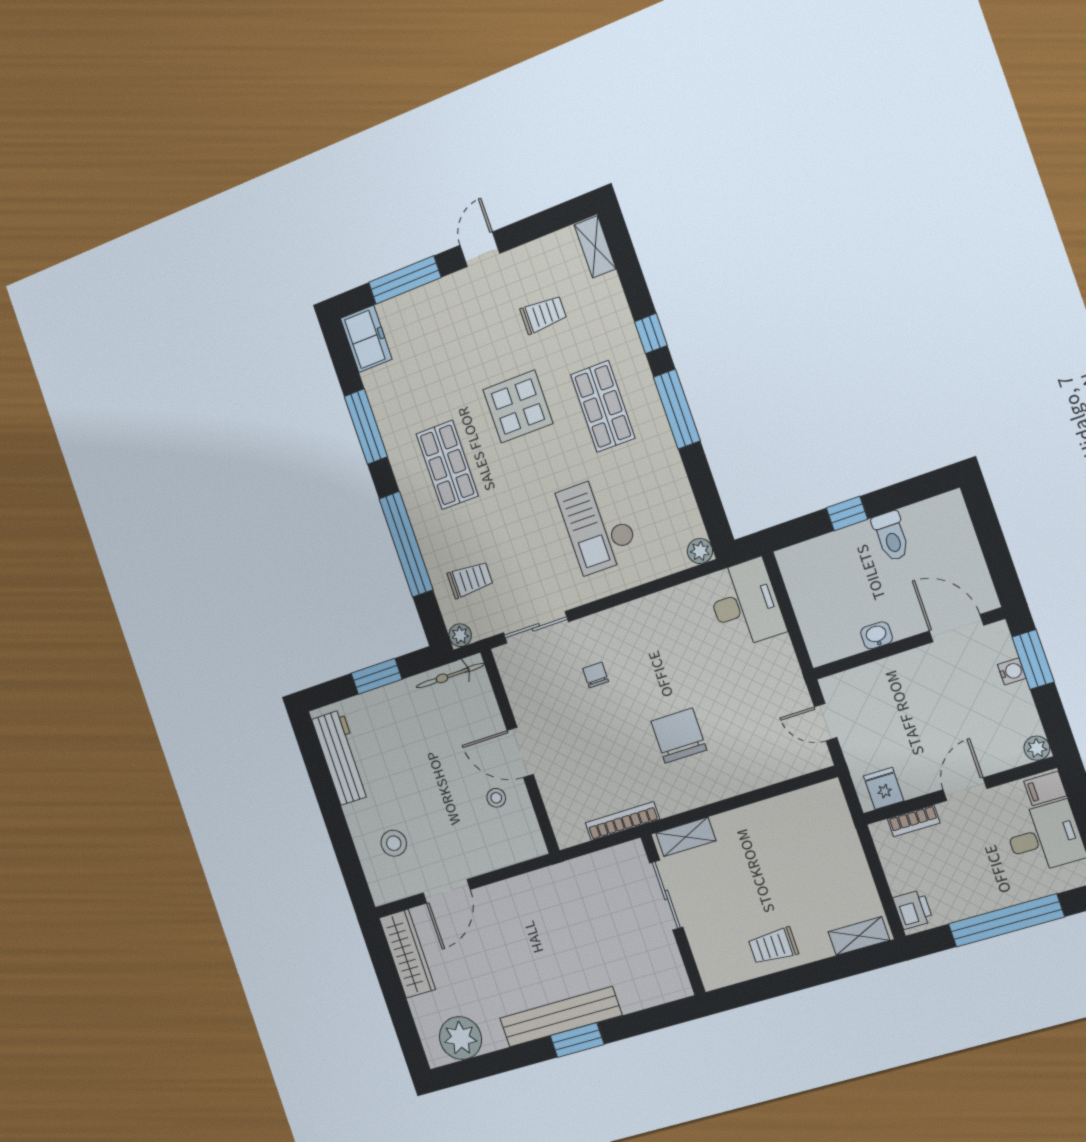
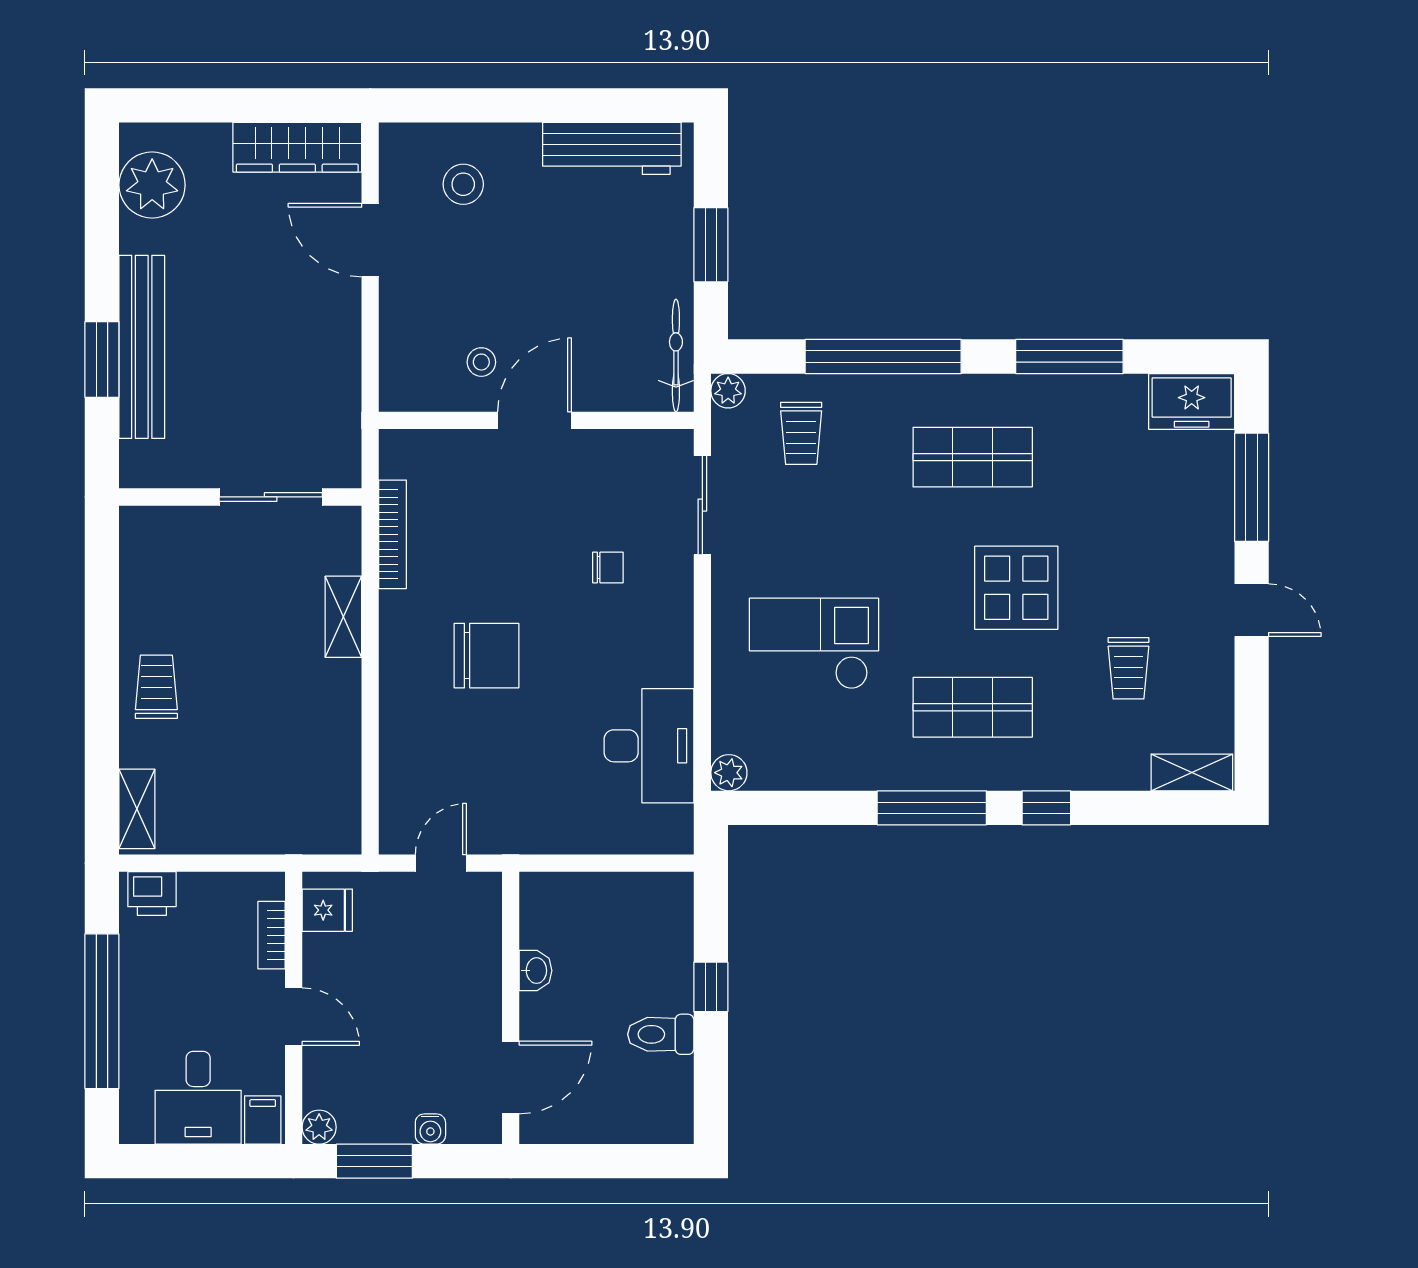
desk: (745, 604) -> (649, 746), moved, turned -90
window: (1033, 659) -> (374, 1161), moved
sliding door: (666, 895) -> (271, 497), moved
wall: (673, 915) -> (240, 497), moved

